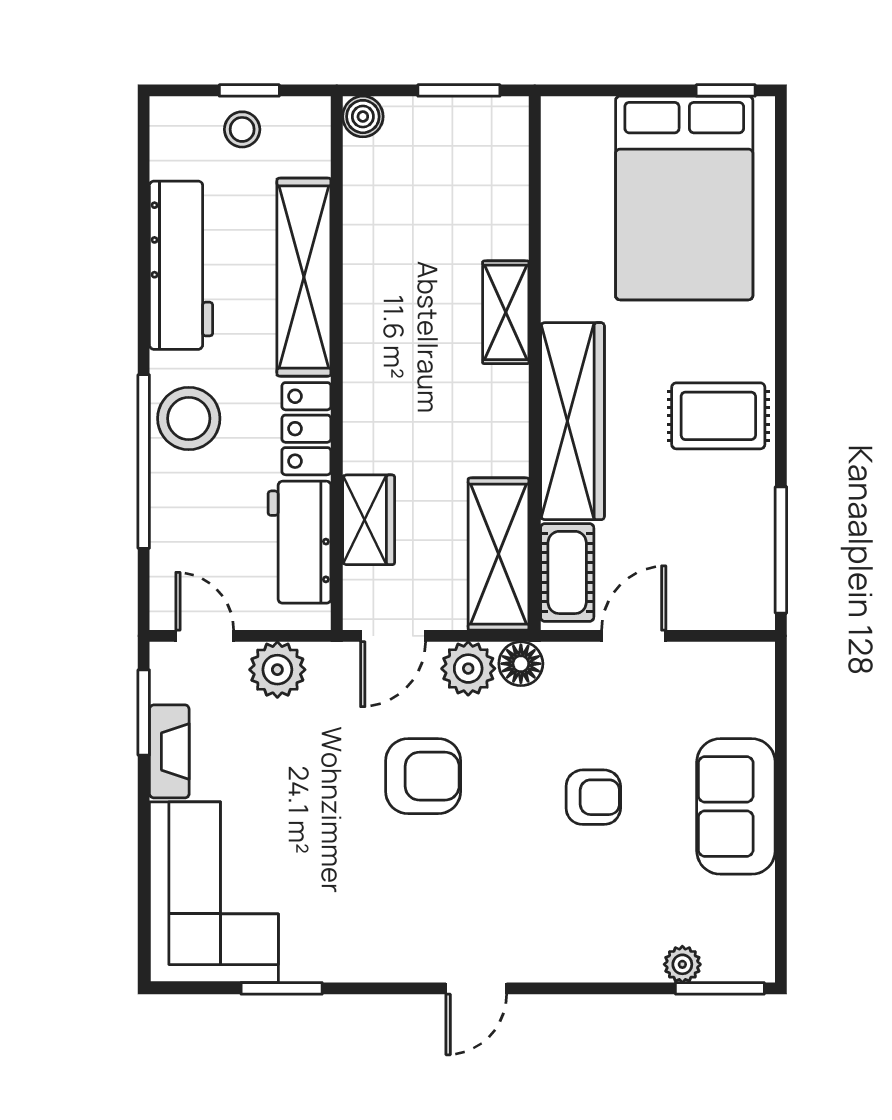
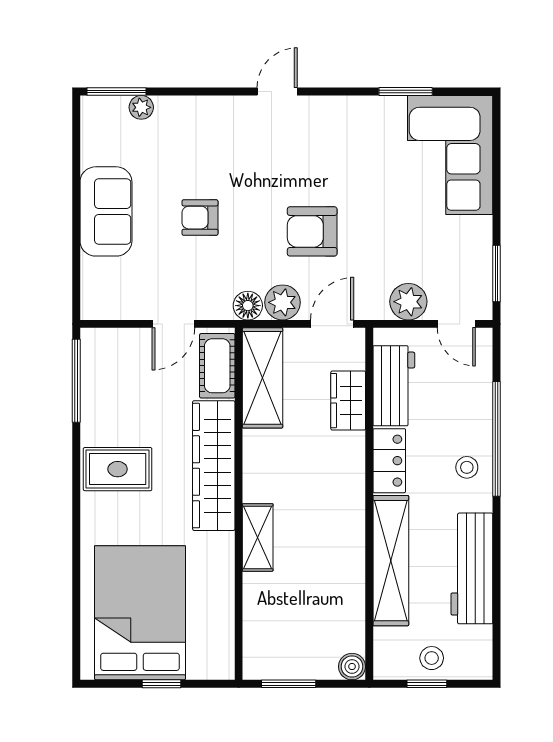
window: (726, 90) -> (162, 684), moved
stool: (189, 418) -> (467, 467), width x0.53, depth x0.53
fireplace: (169, 751) -> (480, 248), removed

